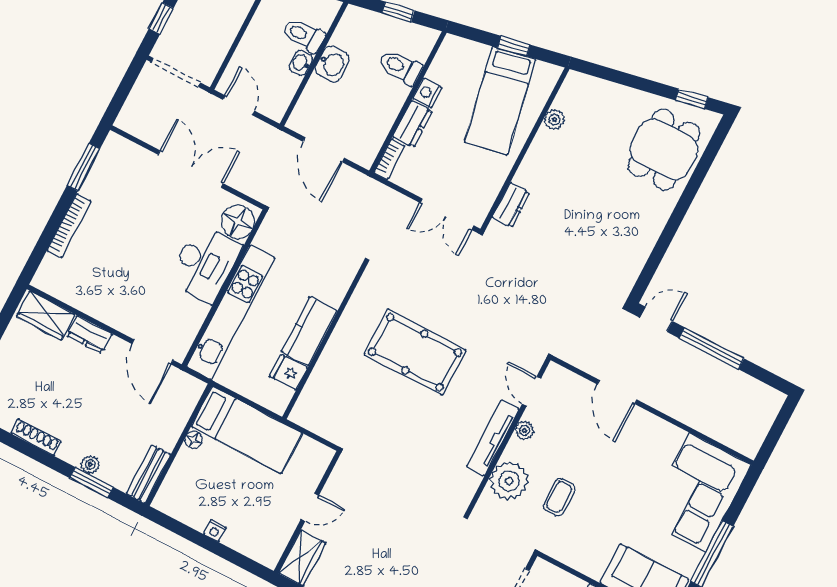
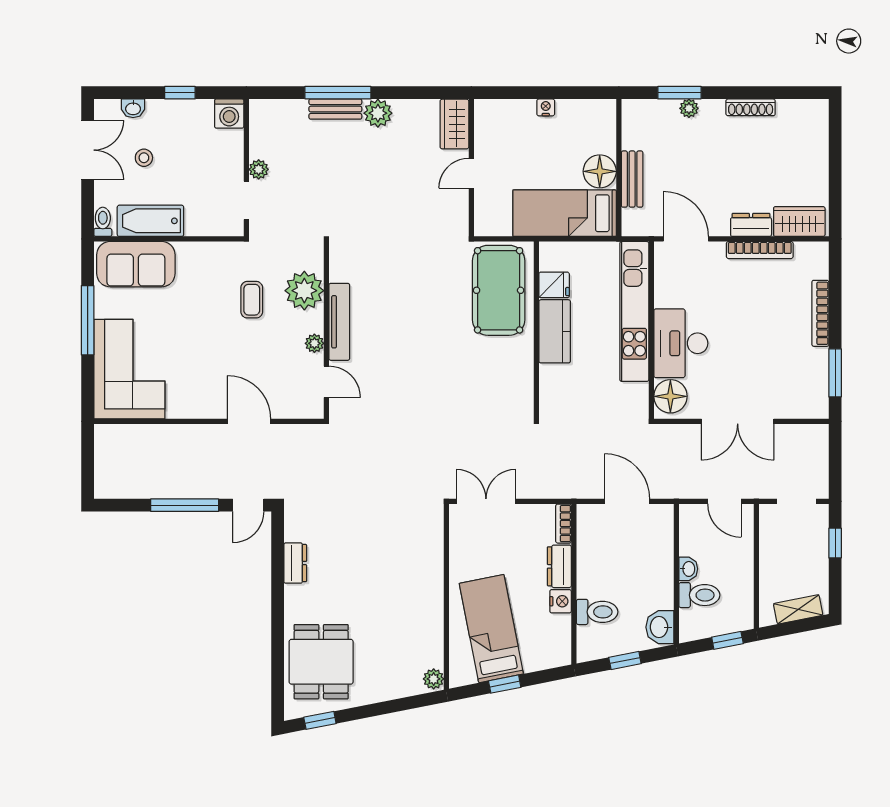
washbasin: (332, 64) -> (660, 627), moved
doorway: (176, 72) -> (797, 501), width x0.73
plant: (554, 120) -> (434, 679), moved
dresser: (511, 205) -> (295, 563), moved, turned 180
bookcase: (93, 309) -> (760, 250), added
pool table: (415, 352) -> (499, 290), moved, turned 90
floor lamp: (194, 440) -> (600, 171), width x1.89, depth x1.89
bench: (148, 474) -> (632, 179), moved

